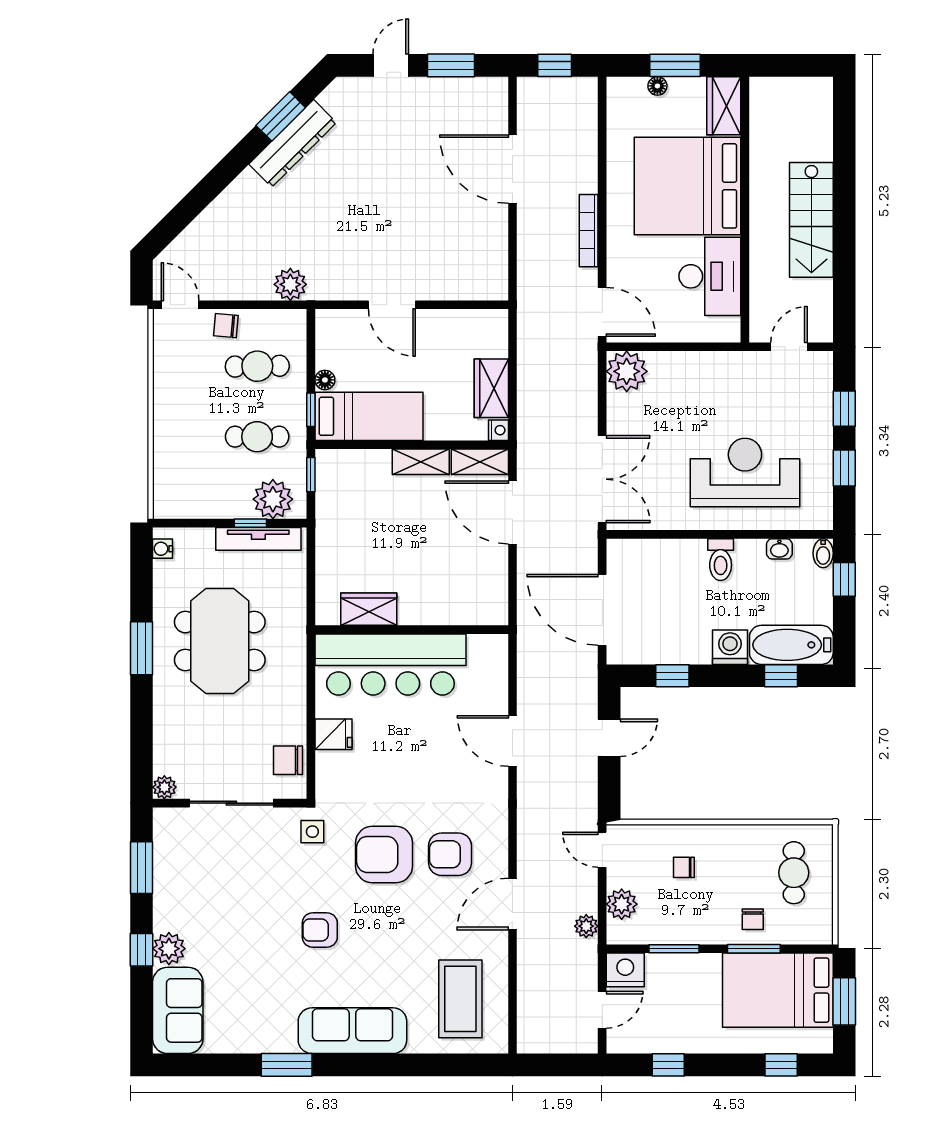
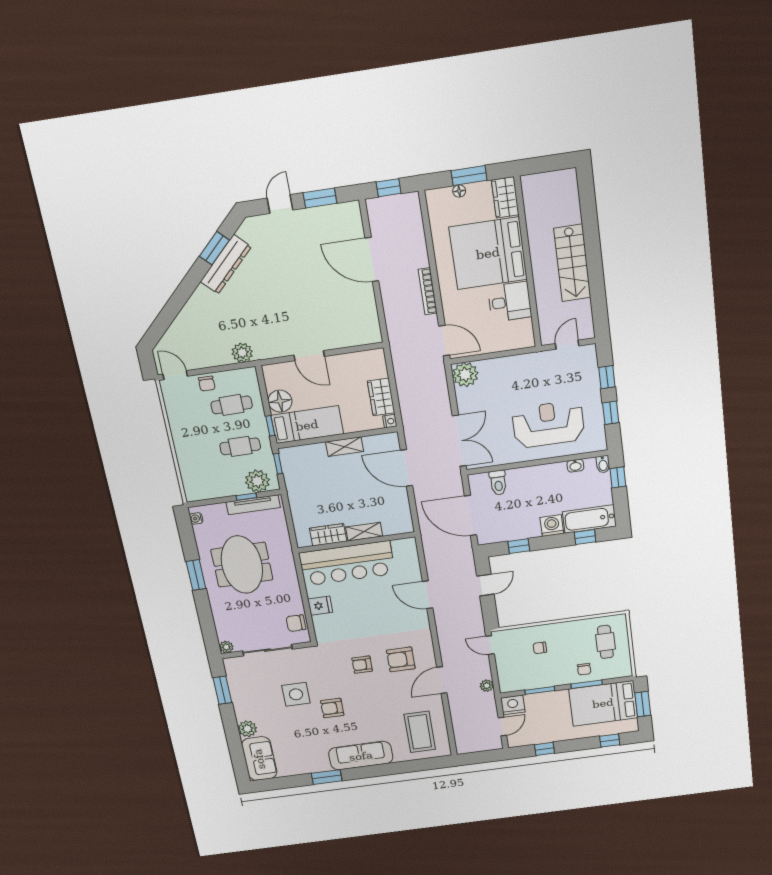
desk: (710, 276) -> (510, 302), width x0.73
chair: (226, 326) -> (207, 384), turned -95
floor lamp: (325, 380) -> (280, 401), width x1.89, depth x1.89
shelving: (480, 462) -> (364, 532), moved
toilet: (721, 560) -> (498, 483), moved
side table: (312, 832) -> (296, 694), moved, width x1.87, depth x1.87
armchair: (384, 854) -> (362, 665), width x0.53, depth x0.53
plant: (622, 904) -> (506, 672), removed
window: (142, 950) -> (232, 731), removed

